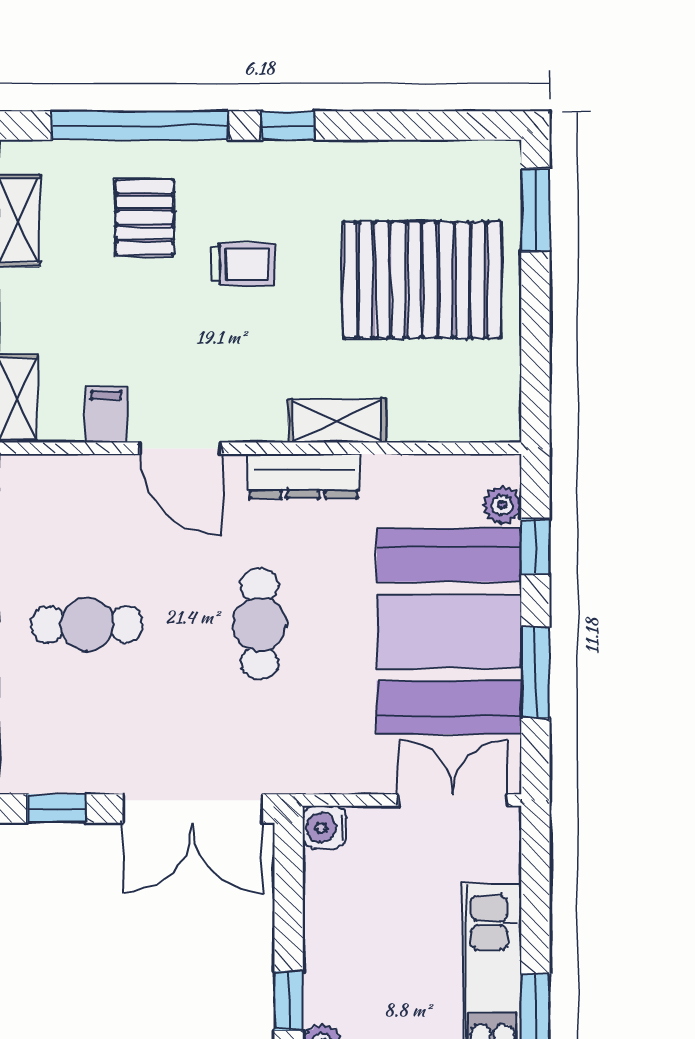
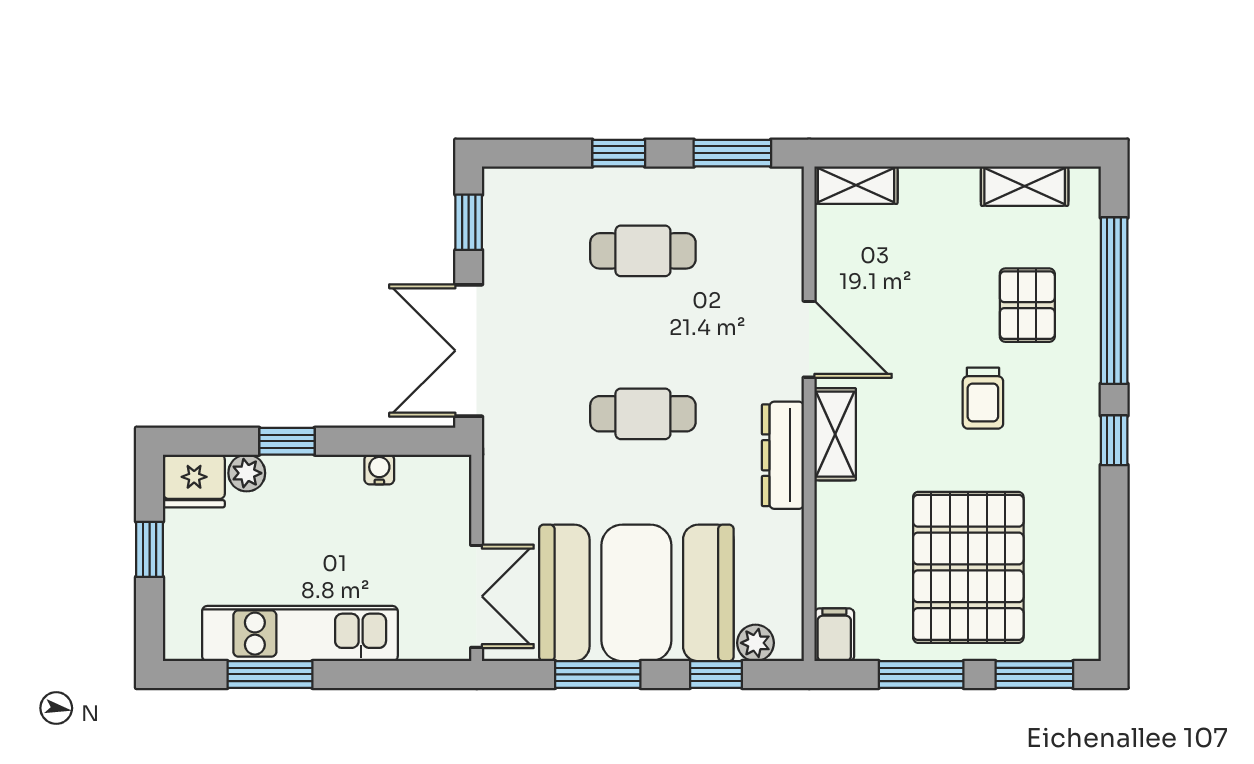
pallet: (145, 217) -> (1027, 305), turned 90
window: (535, 330) -> (921, 674), added
filing cabinet: (106, 415) -> (834, 635), moved, turned -90
shelving: (337, 421) -> (835, 434), moved
door: (181, 448) -> (809, 339), swing flipped
cafe table: (87, 624) -> (643, 251), turned 90
water cooler: (324, 828) -> (379, 469), moved, width x0.72, depth x0.72

